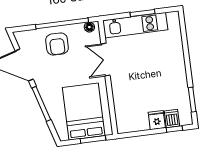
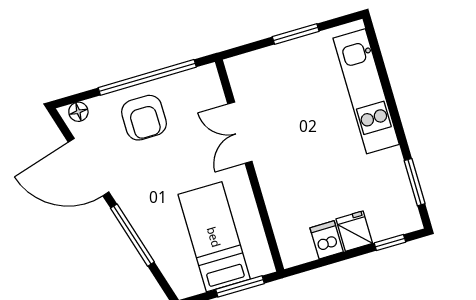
kitchen unit: (135, 25) -> (366, 91), moved, turned 90
floor lamp: (89, 27) -> (78, 112), moved
bed: (84, 112) -> (214, 237), width x0.67
dishwasher: (172, 119) -> (327, 240), moved

